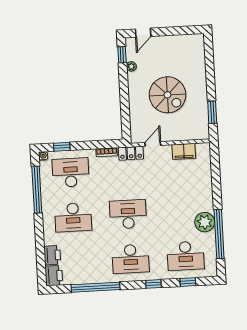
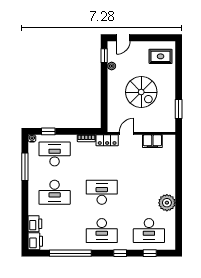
rug: (188, 52) -> (161, 56), added
window: (37, 190) -> (25, 167), width x0.68
window: (219, 234) -> (179, 214), removed

